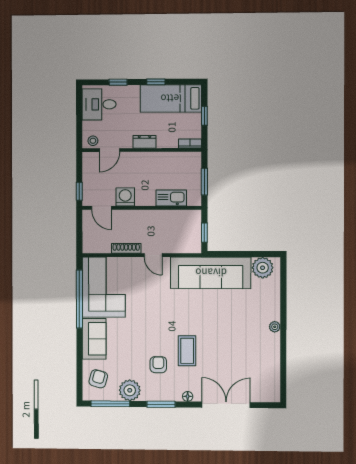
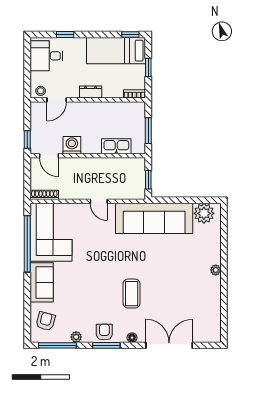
window: (156, 82) -> (130, 35), moved
shoe rack: (126, 248) -> (44, 195), moved
armchair: (158, 365) -> (104, 332), moved
plant: (130, 390) -> (76, 337), width x0.53, depth x0.53

